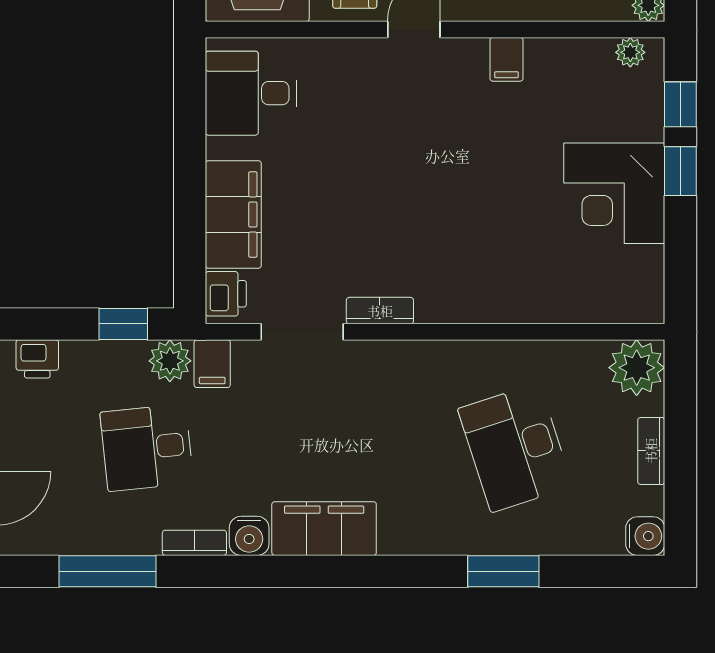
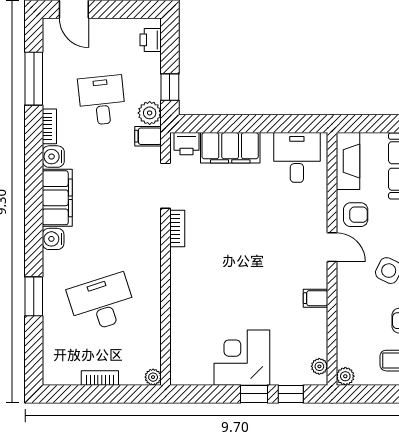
plant: (637, 368) -> (153, 377), width x0.53, depth x0.53
water cooler: (645, 536) -> (53, 239), moved, turned 90

